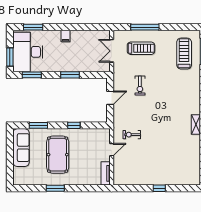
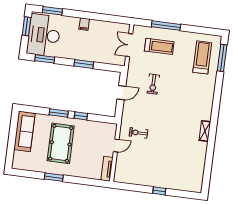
window: (10, 57) -> (27, 26), moved
window: (38, 125) -> (59, 113), moved

